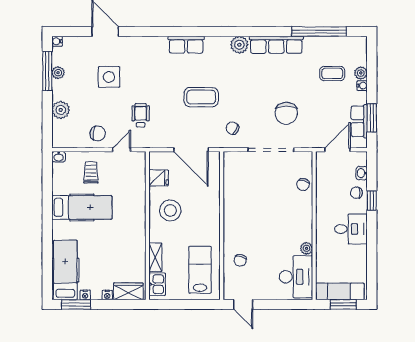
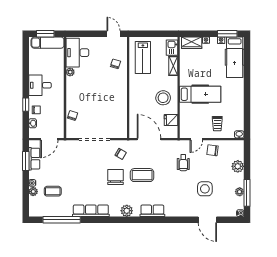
plant: (239, 45) -> (127, 211), moved
chair: (286, 113) -> (116, 177), moved
hospital bed: (82, 207) -> (200, 94), moved, turned 180

